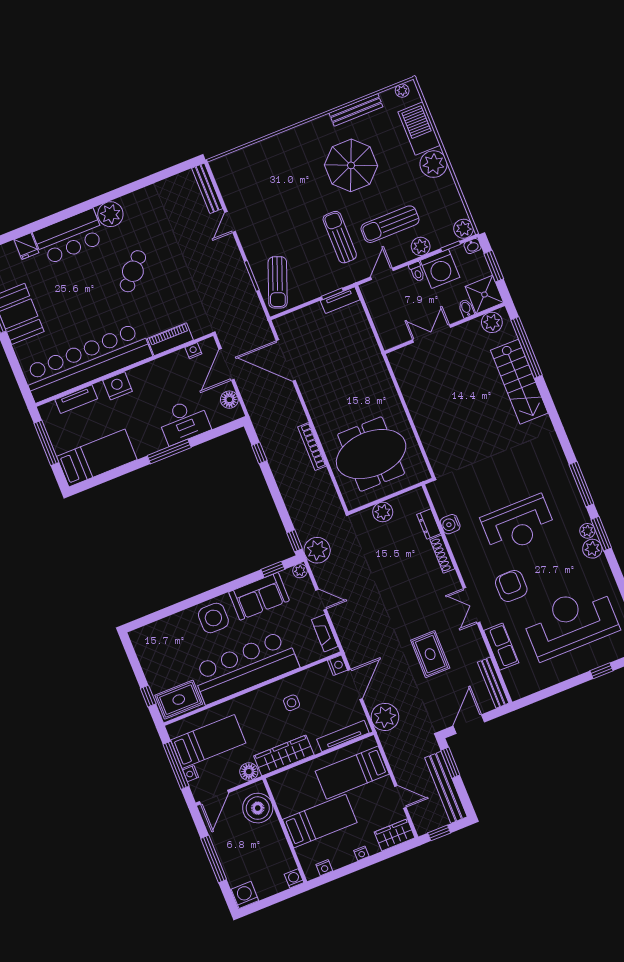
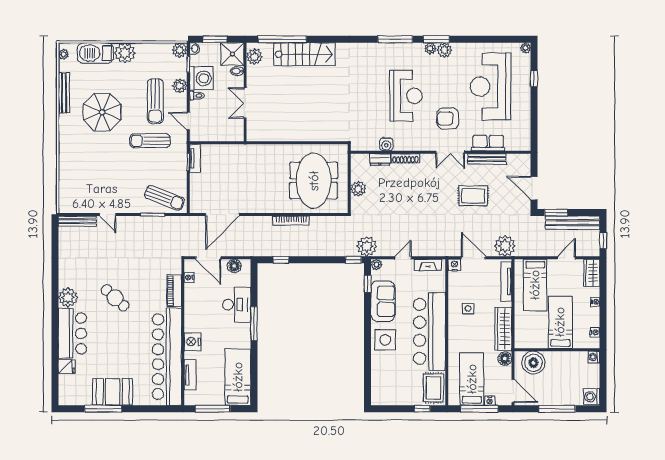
bench: (493, 683) -> (487, 159), moved

